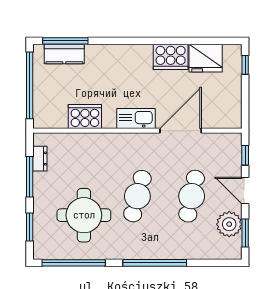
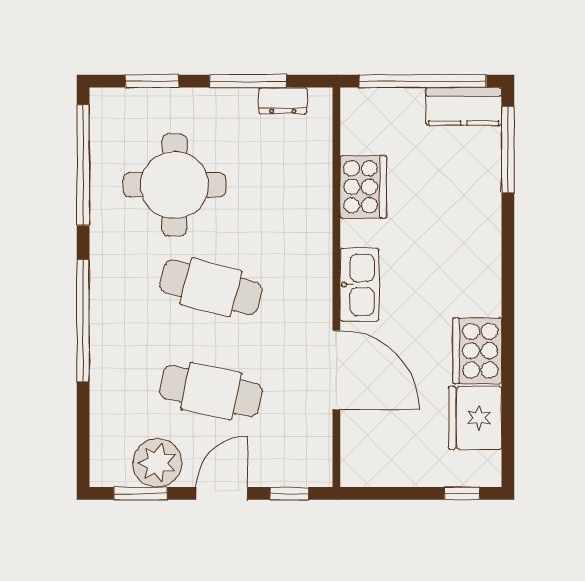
kitchen counter: (64, 54) -> (464, 106), moved, turned -90

